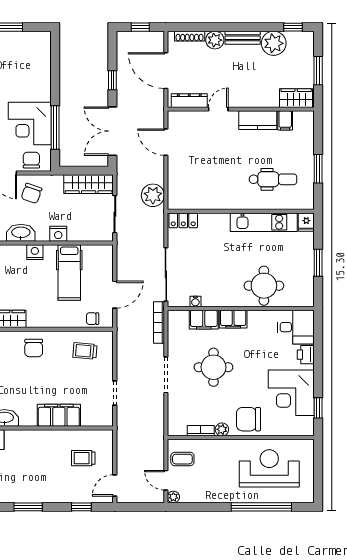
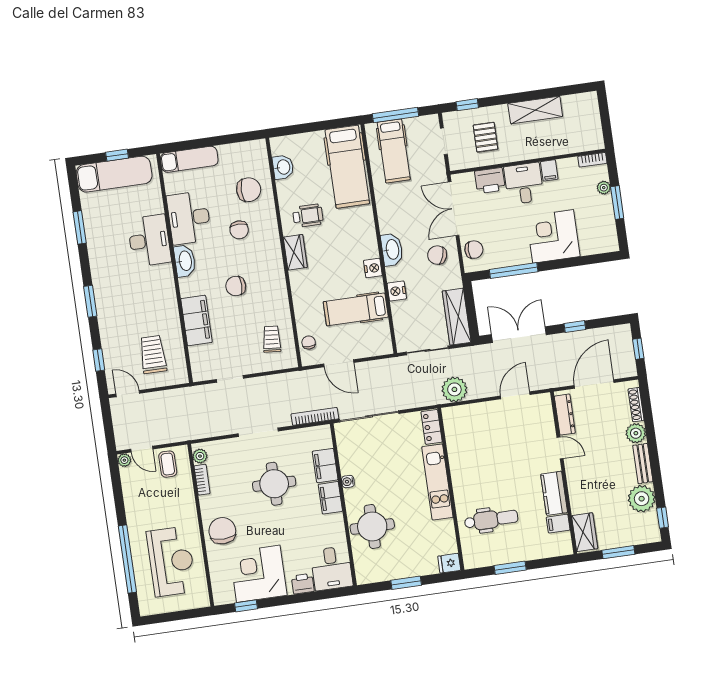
corner desk: (30, 124) -> (553, 236), moved
dental chair: (273, 179) -> (491, 520), turned -90
kitchen unit: (264, 222) -> (437, 482), moved
water cooler: (195, 301) -> (348, 482), moved
chair: (34, 348) -> (236, 286), moved
plant: (222, 429) -> (200, 456), moved
trolley: (83, 458) -> (153, 354), width x1.36, depth x1.39
door: (166, 480) -> (142, 449), swing flipped

